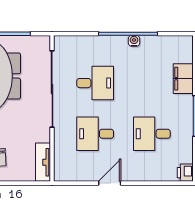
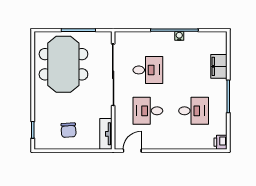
desk: (152, 134) -> (194, 111), turned 180
door: (110, 183) -> (132, 151), moved

